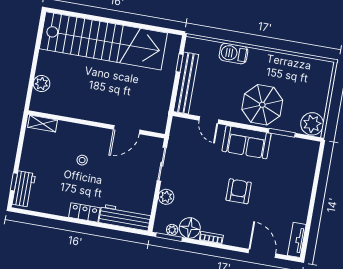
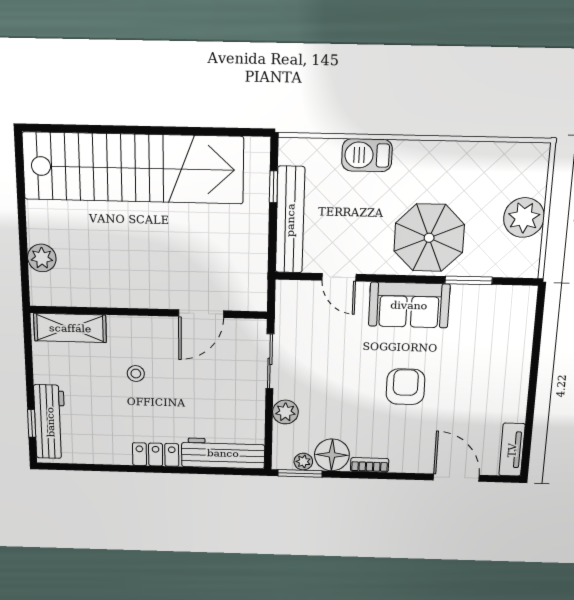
shelving: (43, 124) -> (70, 328), width x1.50, depth x1.33
plant: (312, 124) -> (524, 218), moved
workbench: (24, 189) -> (50, 422), width x1.38

